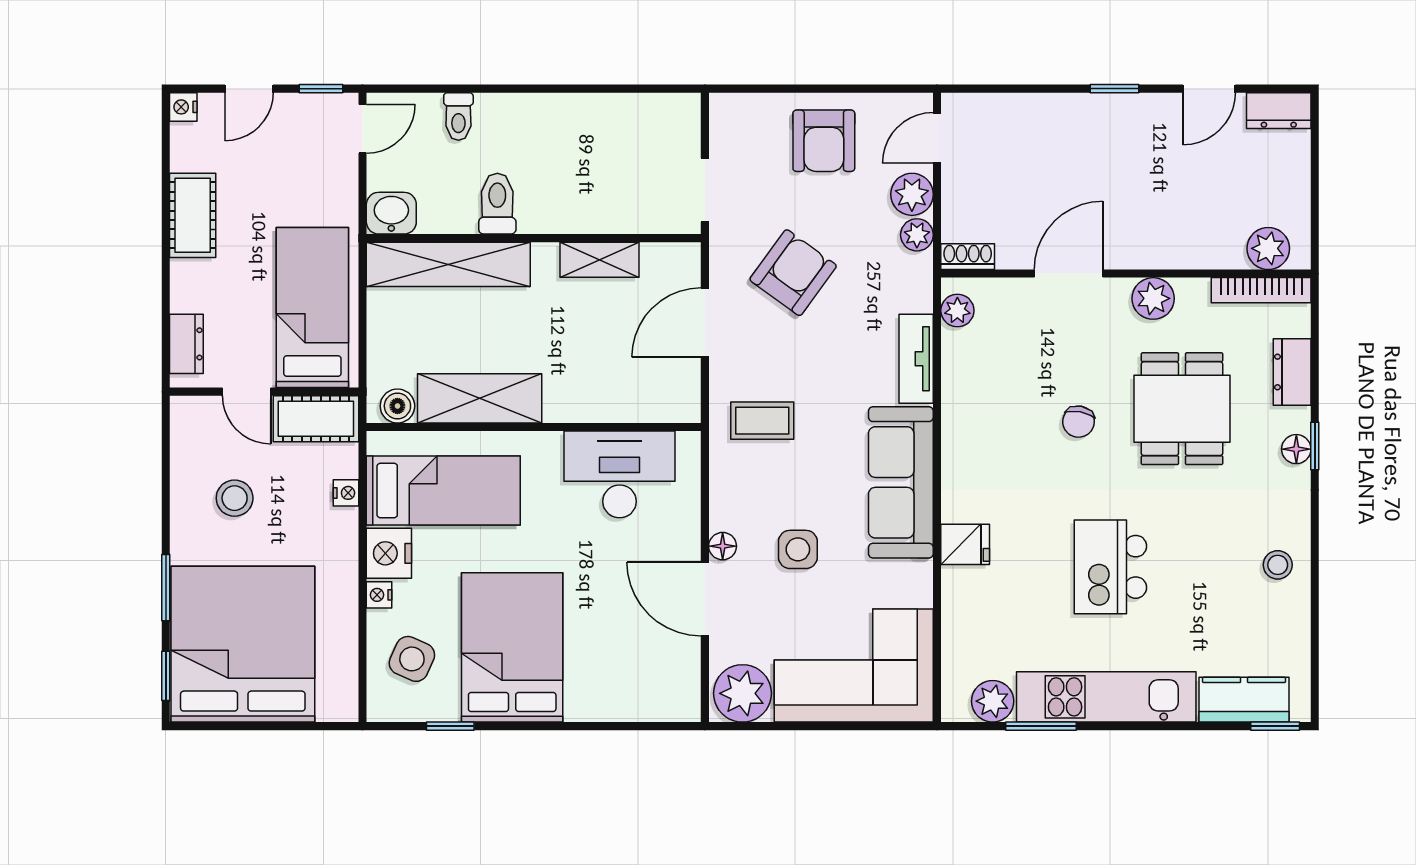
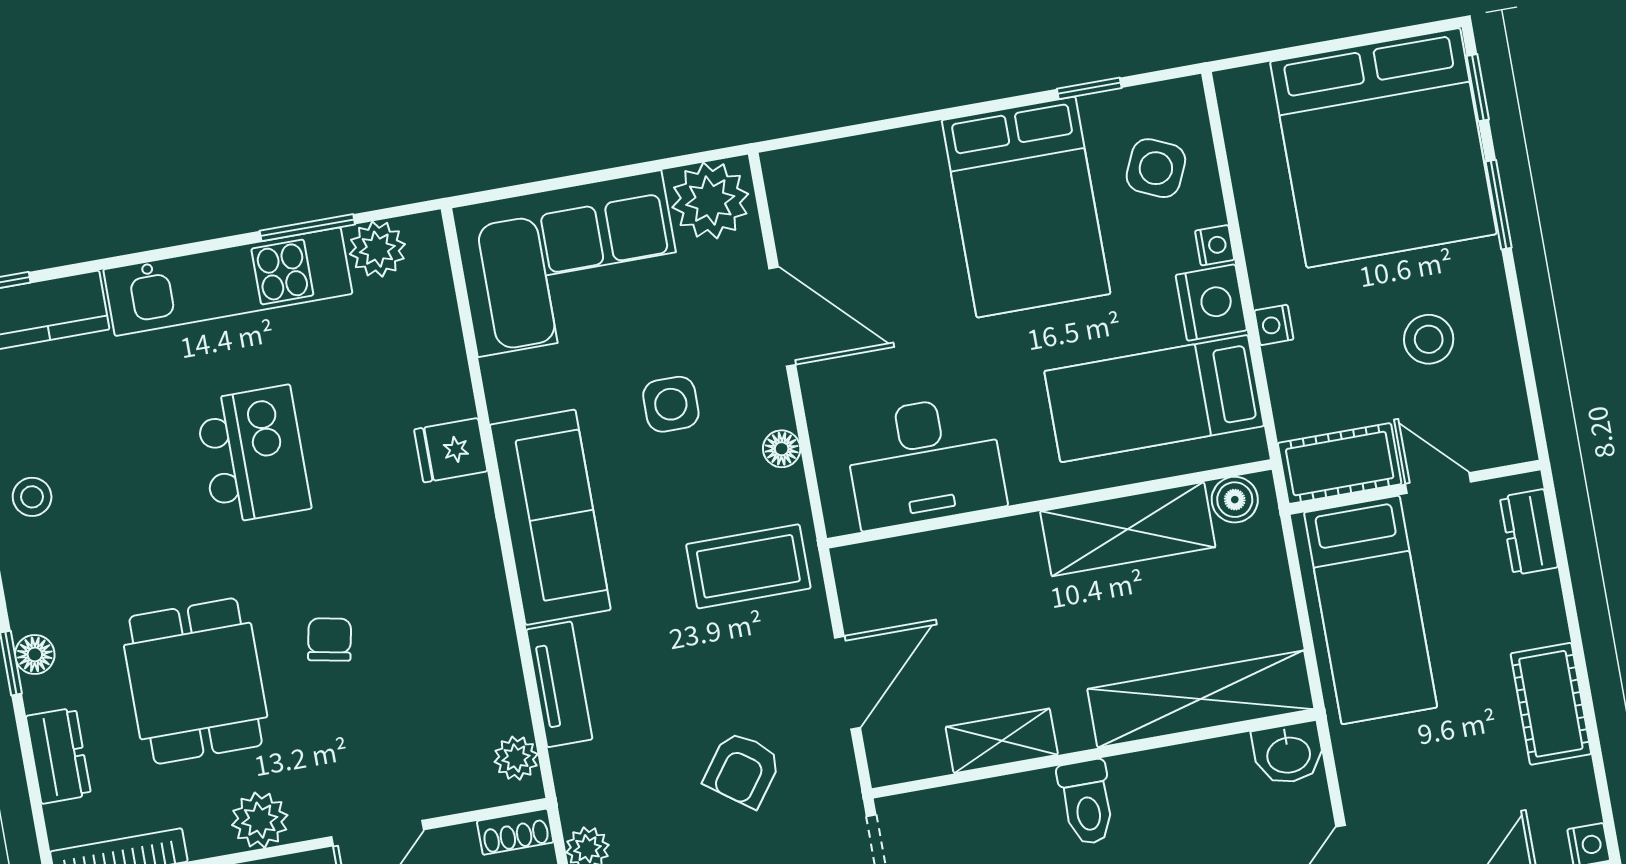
toilet: (497, 204) -> (1087, 802), moved
armchair: (793, 273) -> (742, 769), width x0.72, depth x0.72
coffee table: (762, 421) -> (748, 566), width x1.36, depth x1.30
nightstand: (346, 493) -> (1274, 325), moved
floor lamp: (723, 546) -> (782, 449), moved

